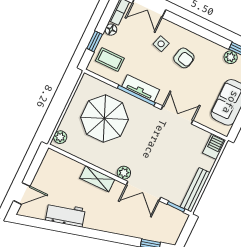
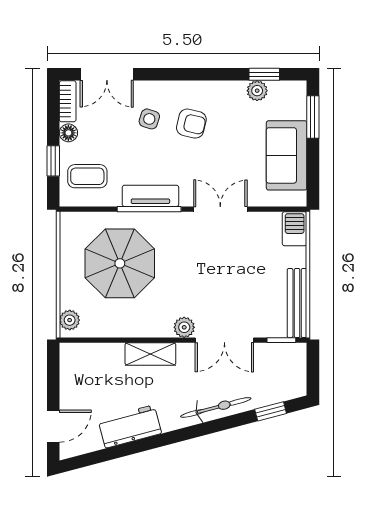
bicycle: (120, 227) -> (216, 407), added

